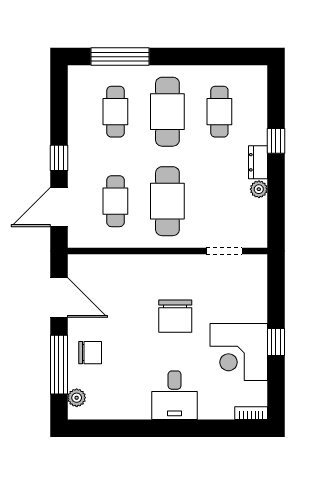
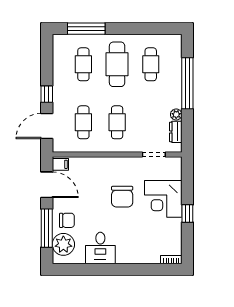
window: (276, 141) -> (187, 83), width x3.17
dresser: (258, 162) -> (176, 132), moved
cafe table: (167, 201) -> (117, 122), width x0.73, depth x0.74
filing cabinet: (80, 266) -> (60, 164), added
corner desk: (239, 352) -> (163, 199), moved
desk: (175, 395) -> (100, 248), moved
plant: (77, 398) -> (63, 244), width x1.87, depth x1.87

